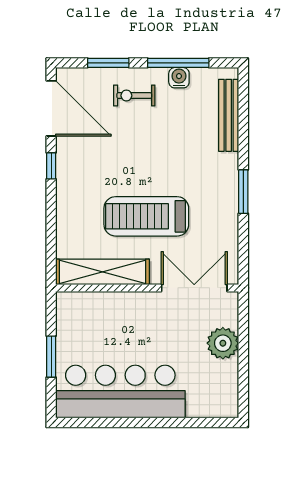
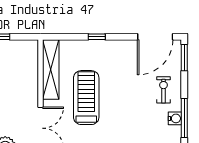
window: (108, 63) -> (184, 58), moved
window: (51, 166) -> (97, 37), moved

